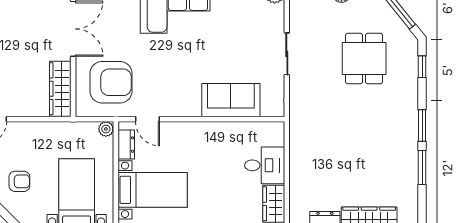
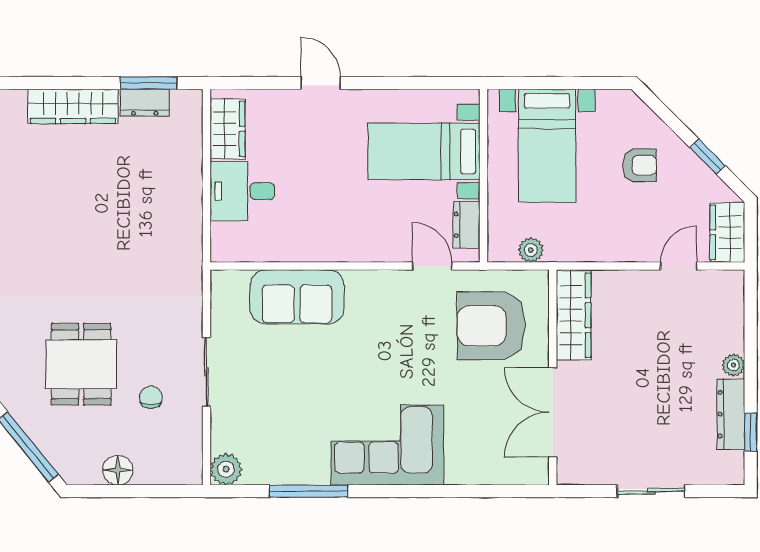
chair: (321, 38) -> (151, 397), added
plant: (106, 129) -> (531, 250), moved
armchair: (19, 181) -> (640, 165), turned 180

